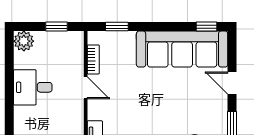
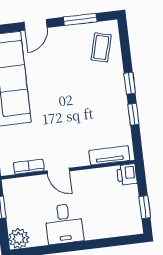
door: (86, 88) -> (58, 171), swing flipped

